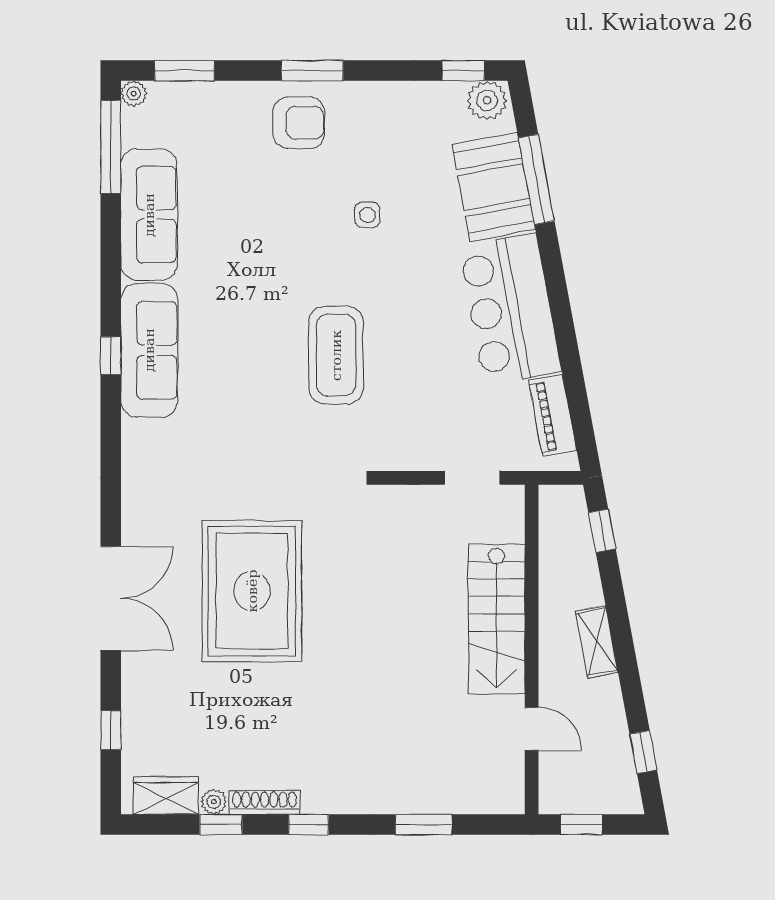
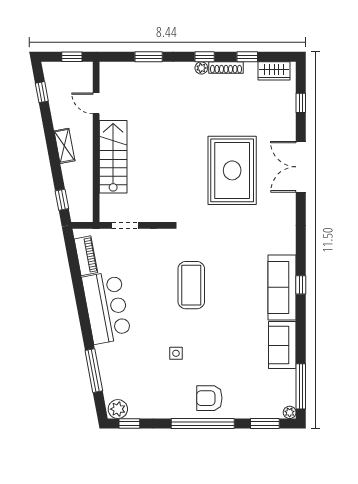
window: (312, 71) -> (203, 424), width x2.11
booth: (494, 187) -> (115, 367), removed
sofa: (149, 215) -> (282, 345), width x0.73
plant: (214, 802) -> (201, 68), moved

